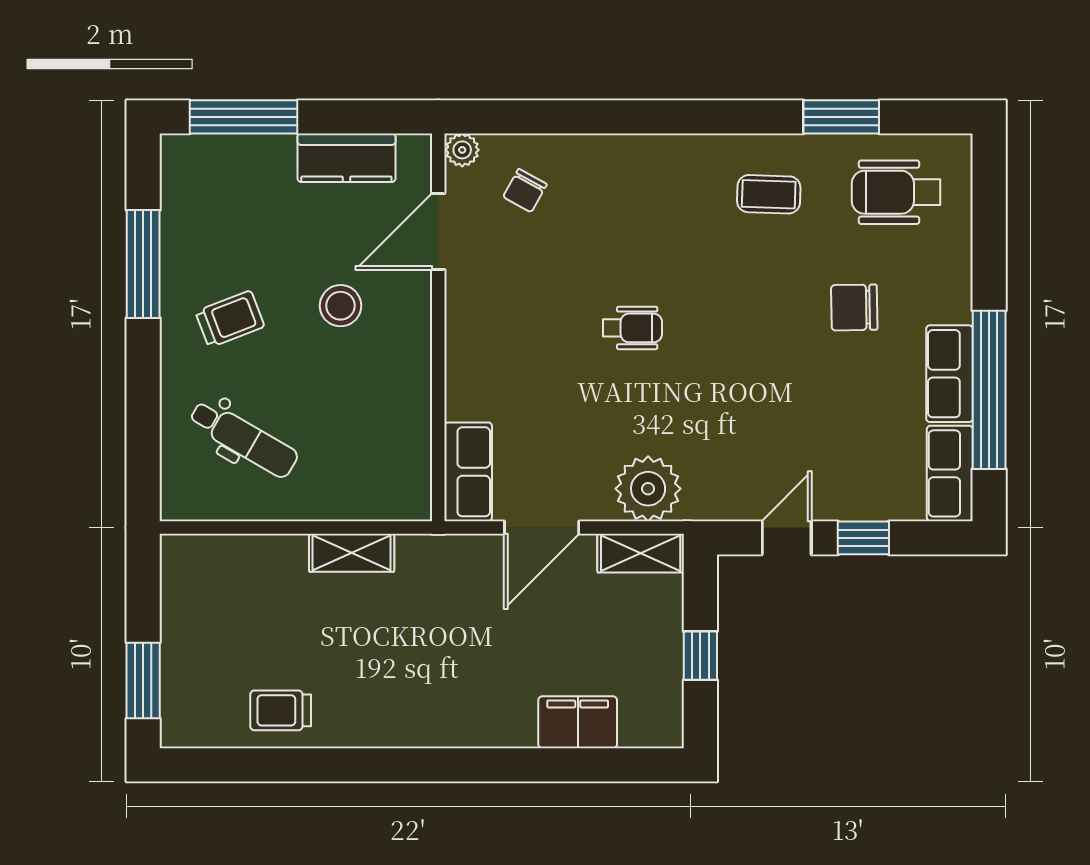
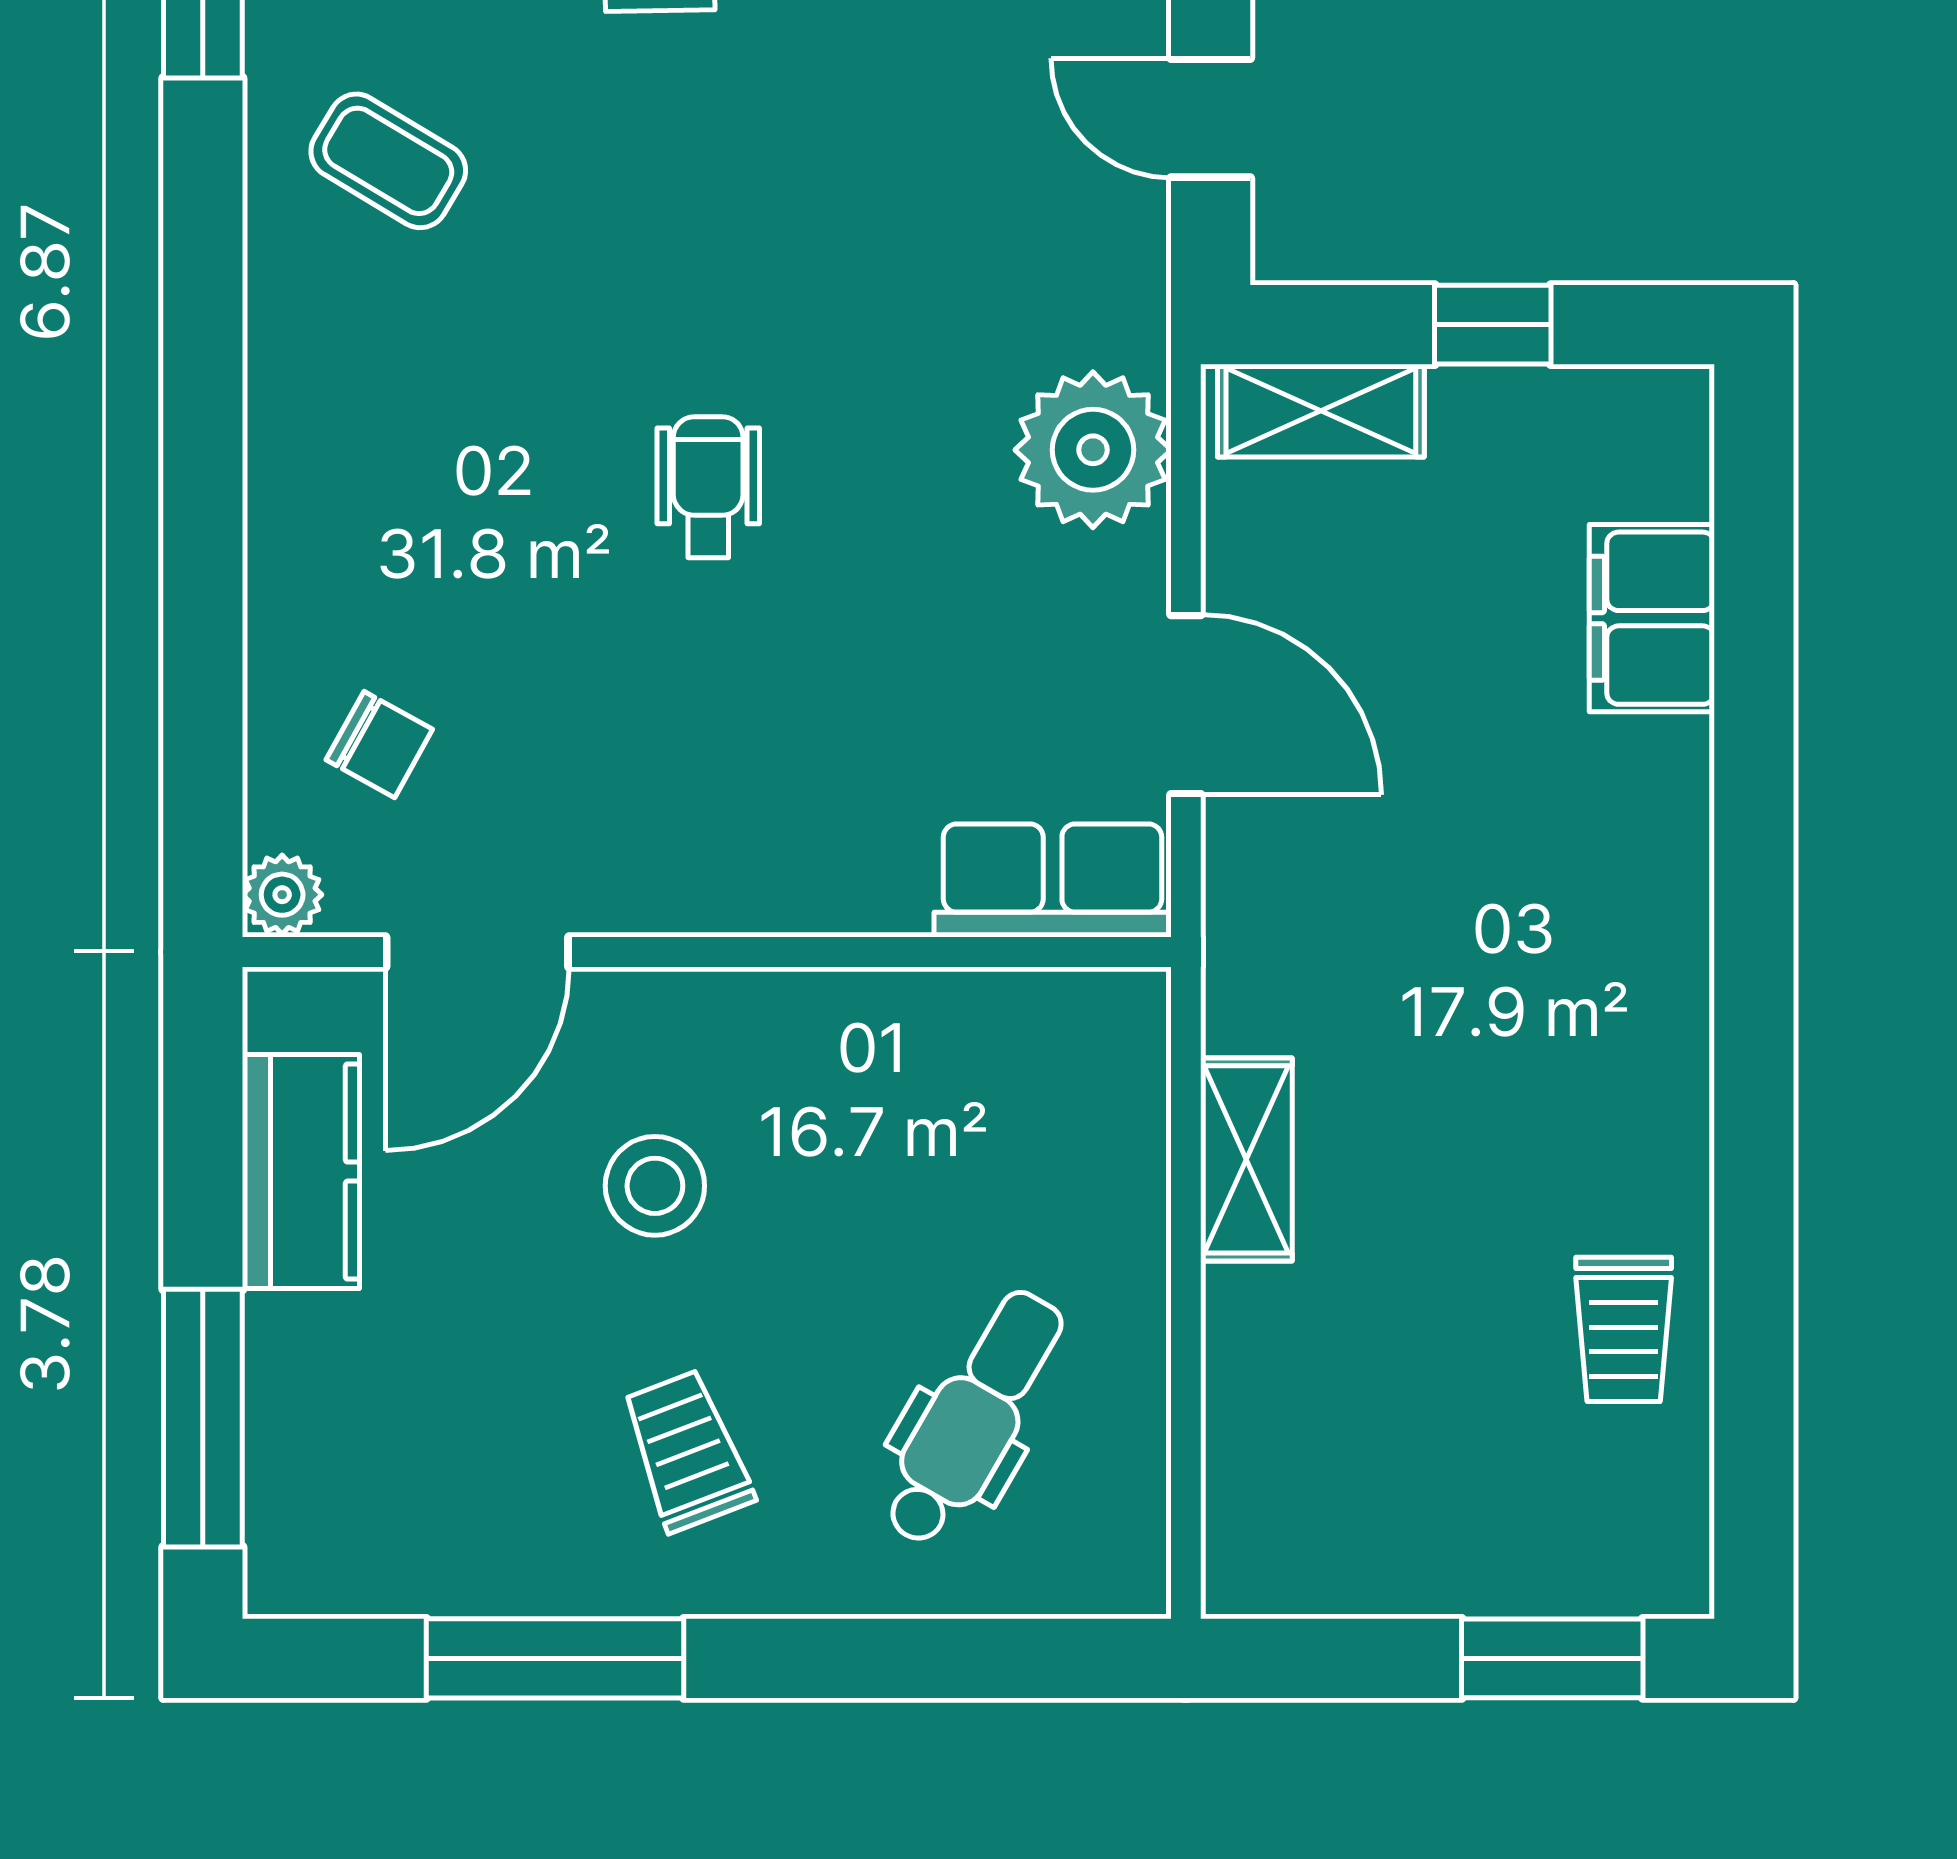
coffee table: (769, 194) -> (388, 161), turned -61
door: (438, 231) -> (477, 952), hinge flipped
shelving: (641, 553) -> (1321, 411), moved, turned 90

